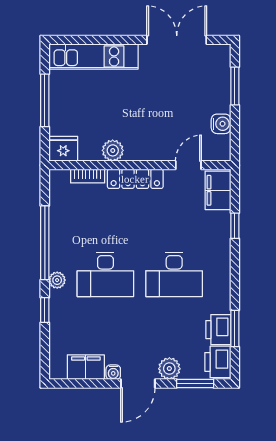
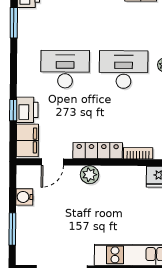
plant: (113, 150) -> (90, 175), moved
printer: (218, 330) -> (27, 110), moved

